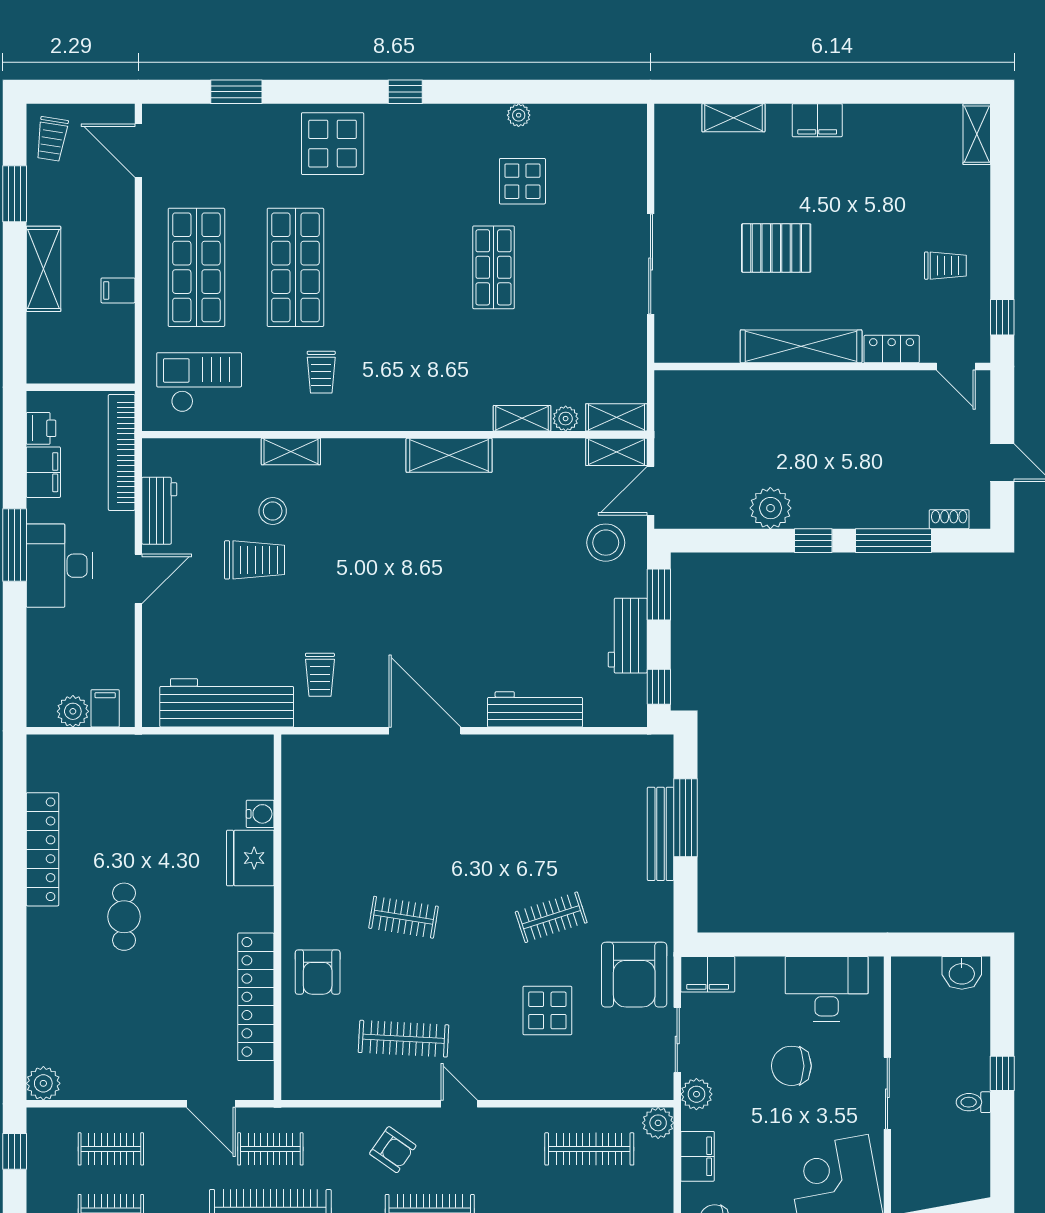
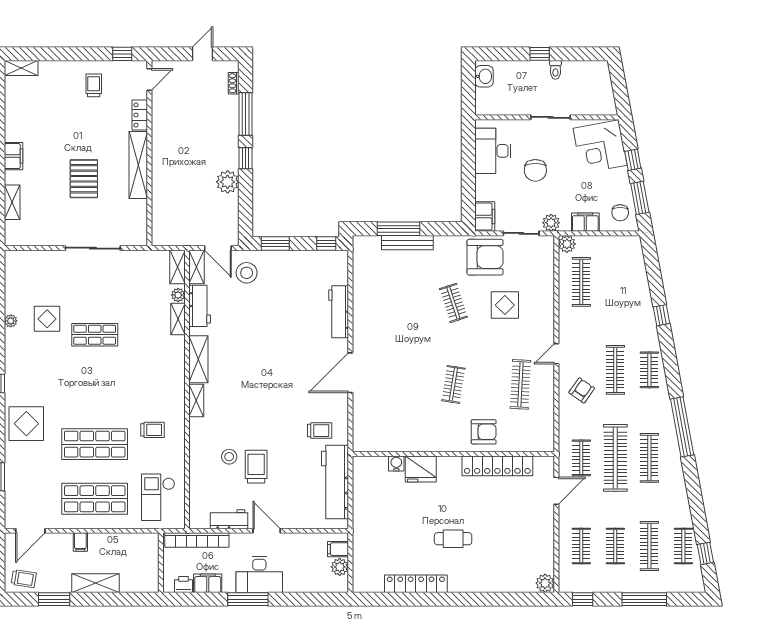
filing cabinet: (118, 290) -> (80, 542), moved
shelving: (291, 451) -> (196, 401), moved
workbench: (628, 636) -> (200, 306), moved, turned -90

